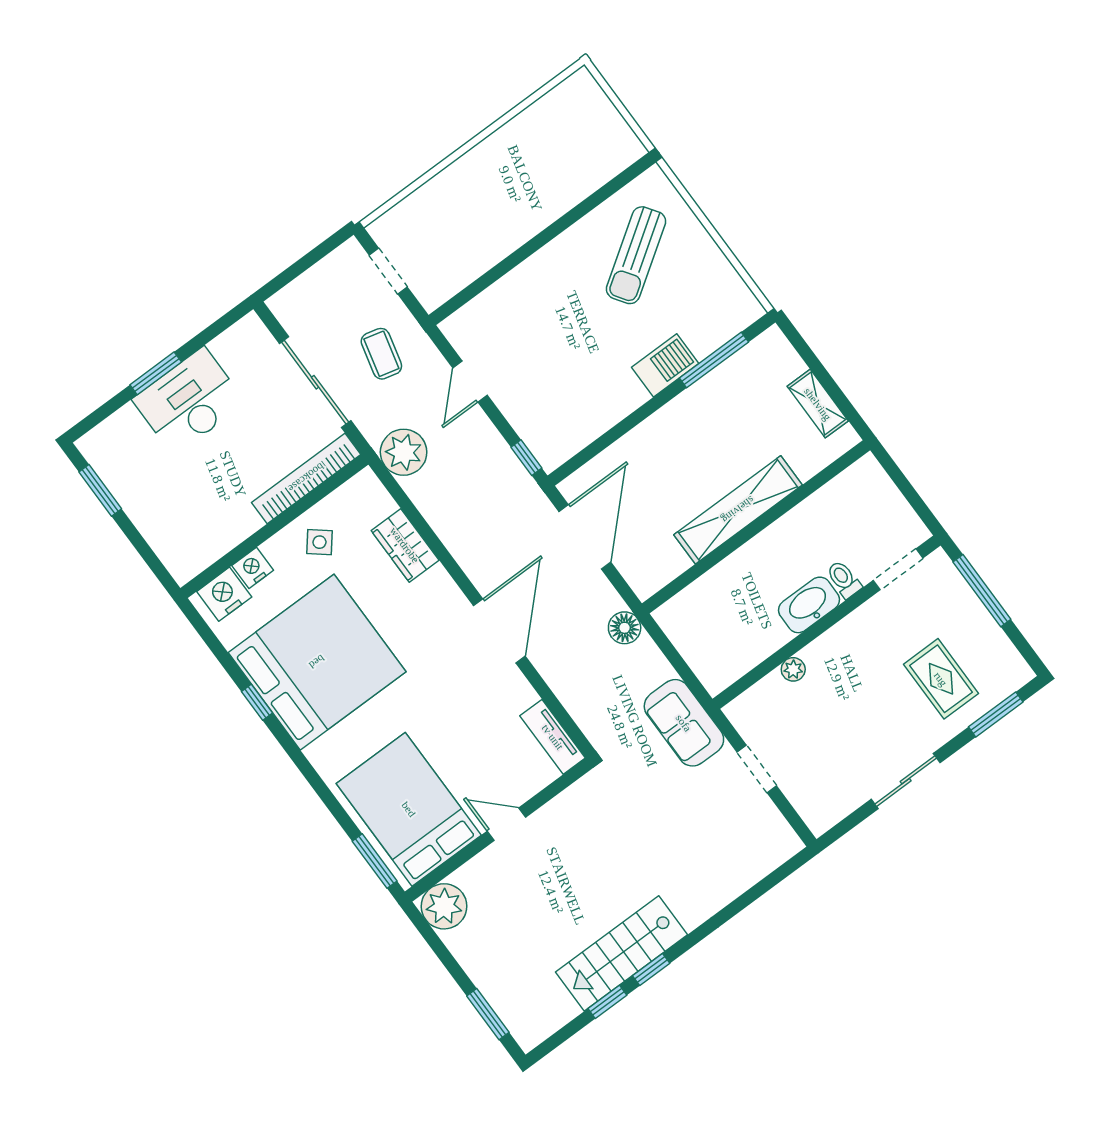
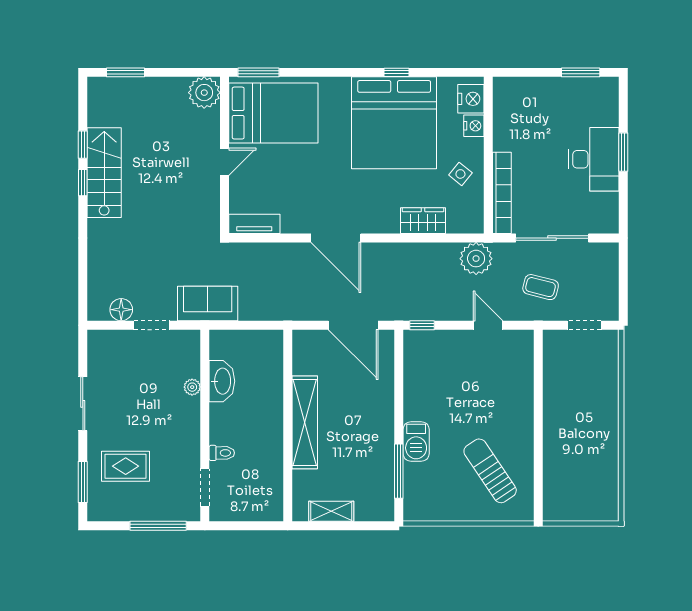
washbasin: (809, 605) -> (222, 381), moved
floor lamp: (625, 628) -> (121, 310), moved

